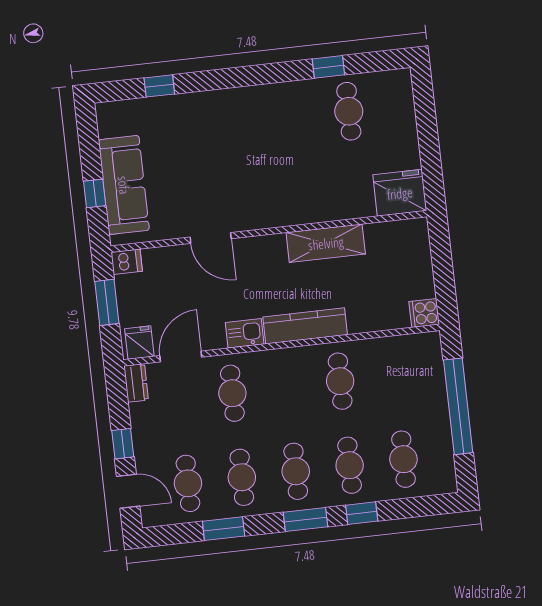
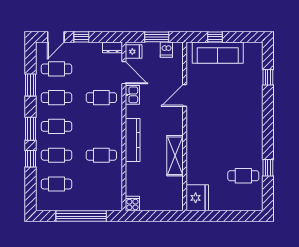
dishwasher: (127, 262) -> (166, 50), moved
kitchen sink: (245, 333) -> (132, 95), moved

